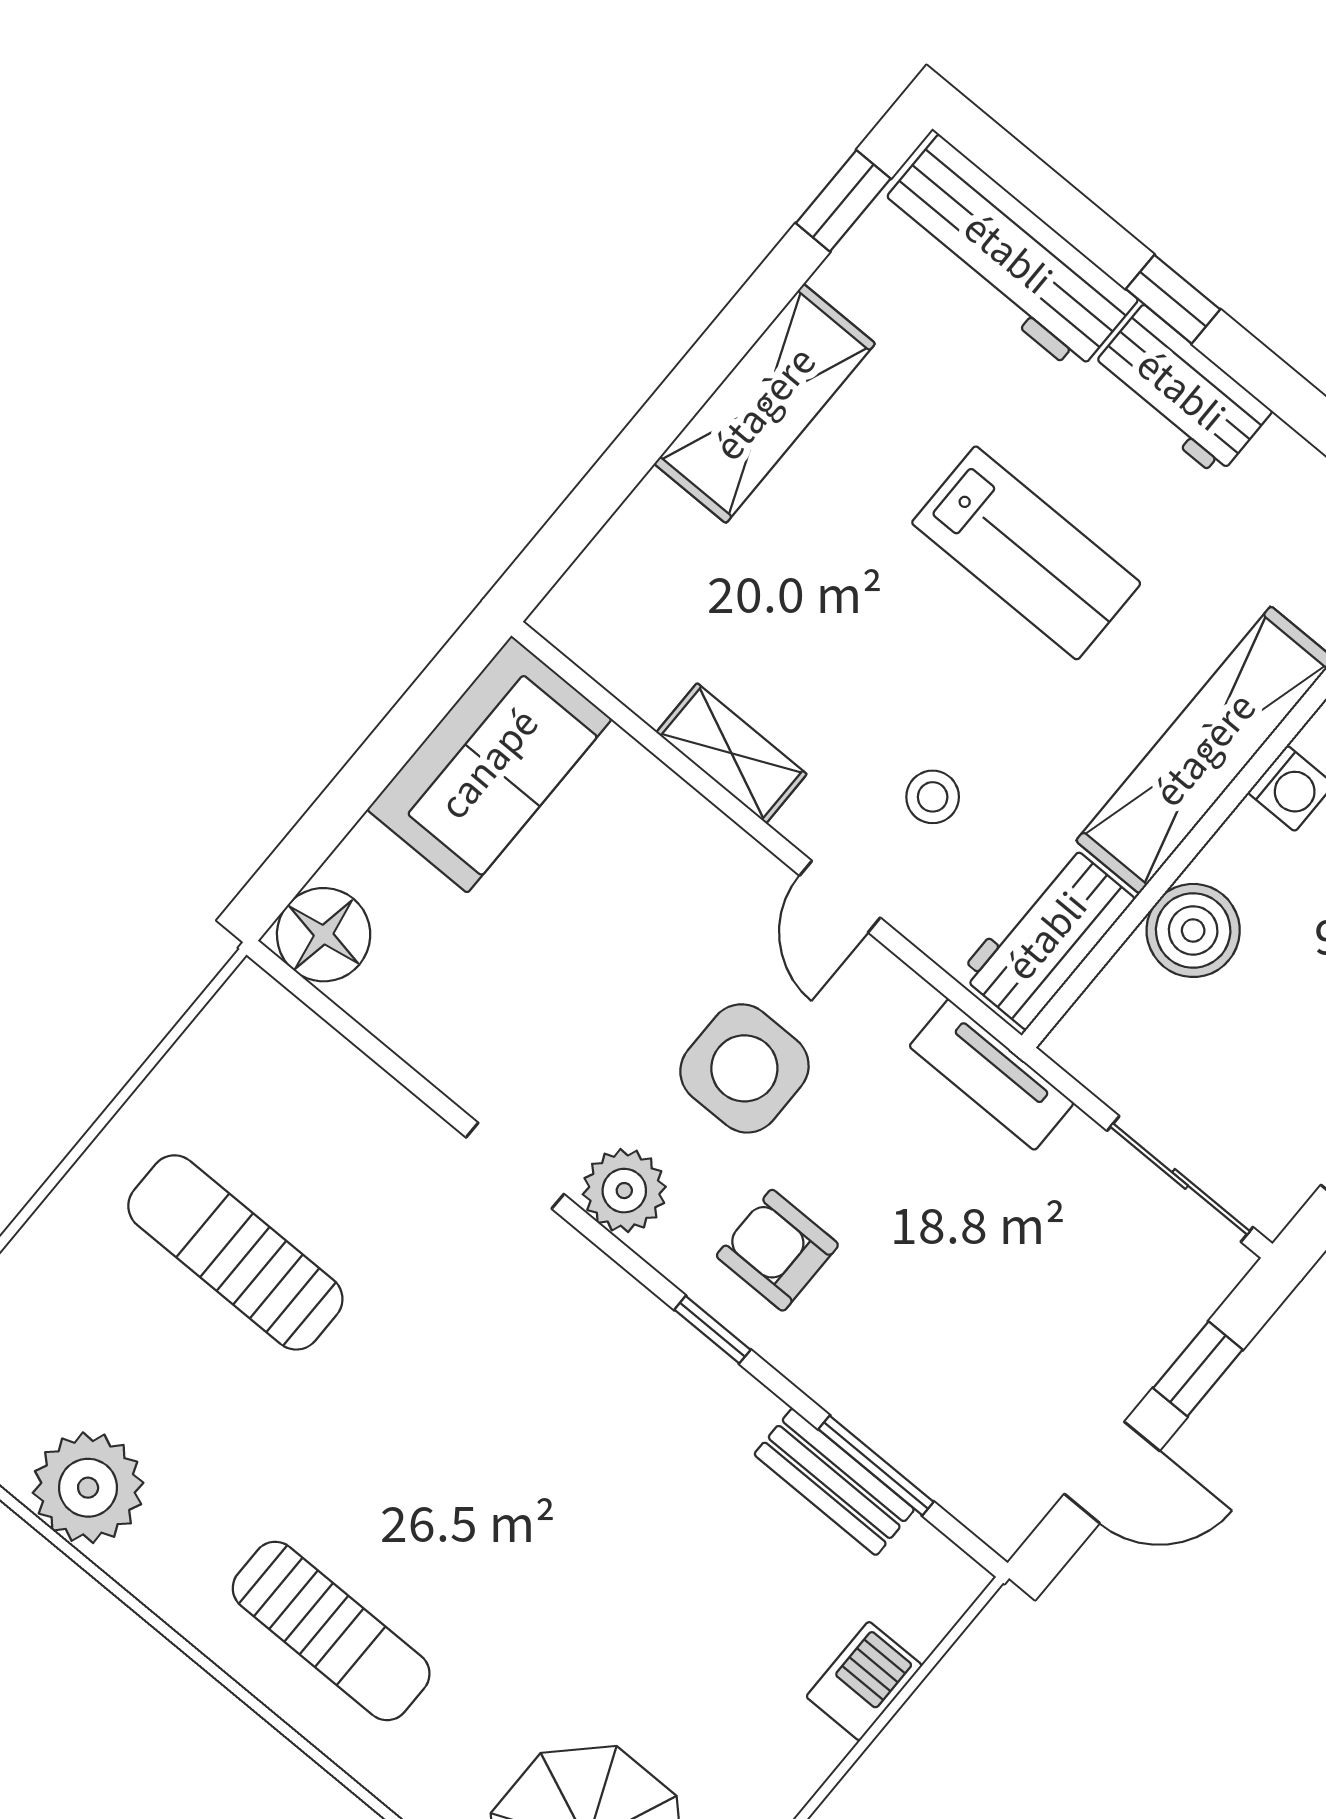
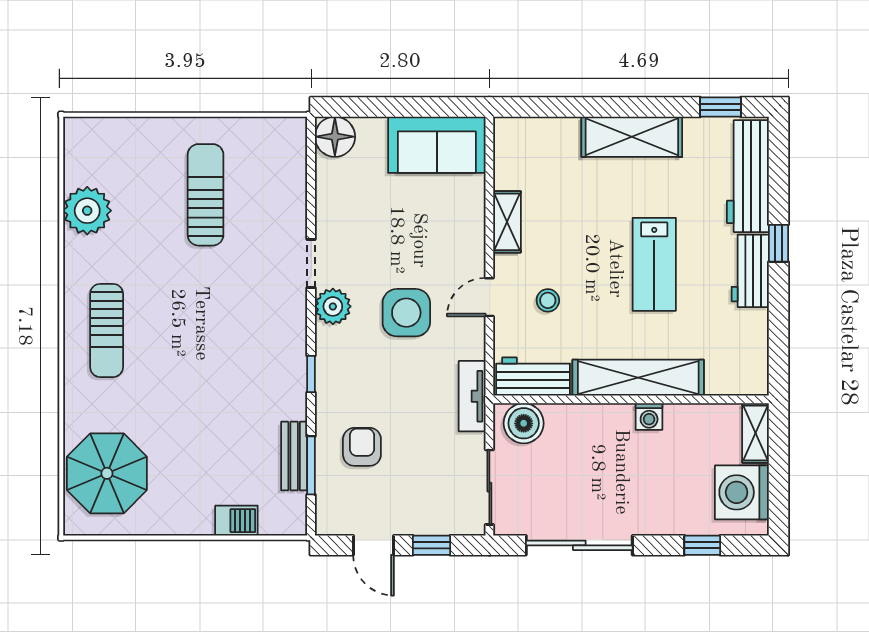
boiler: (1193, 930) -> (524, 423), moved
armchair: (777, 1250) -> (362, 447), moved

